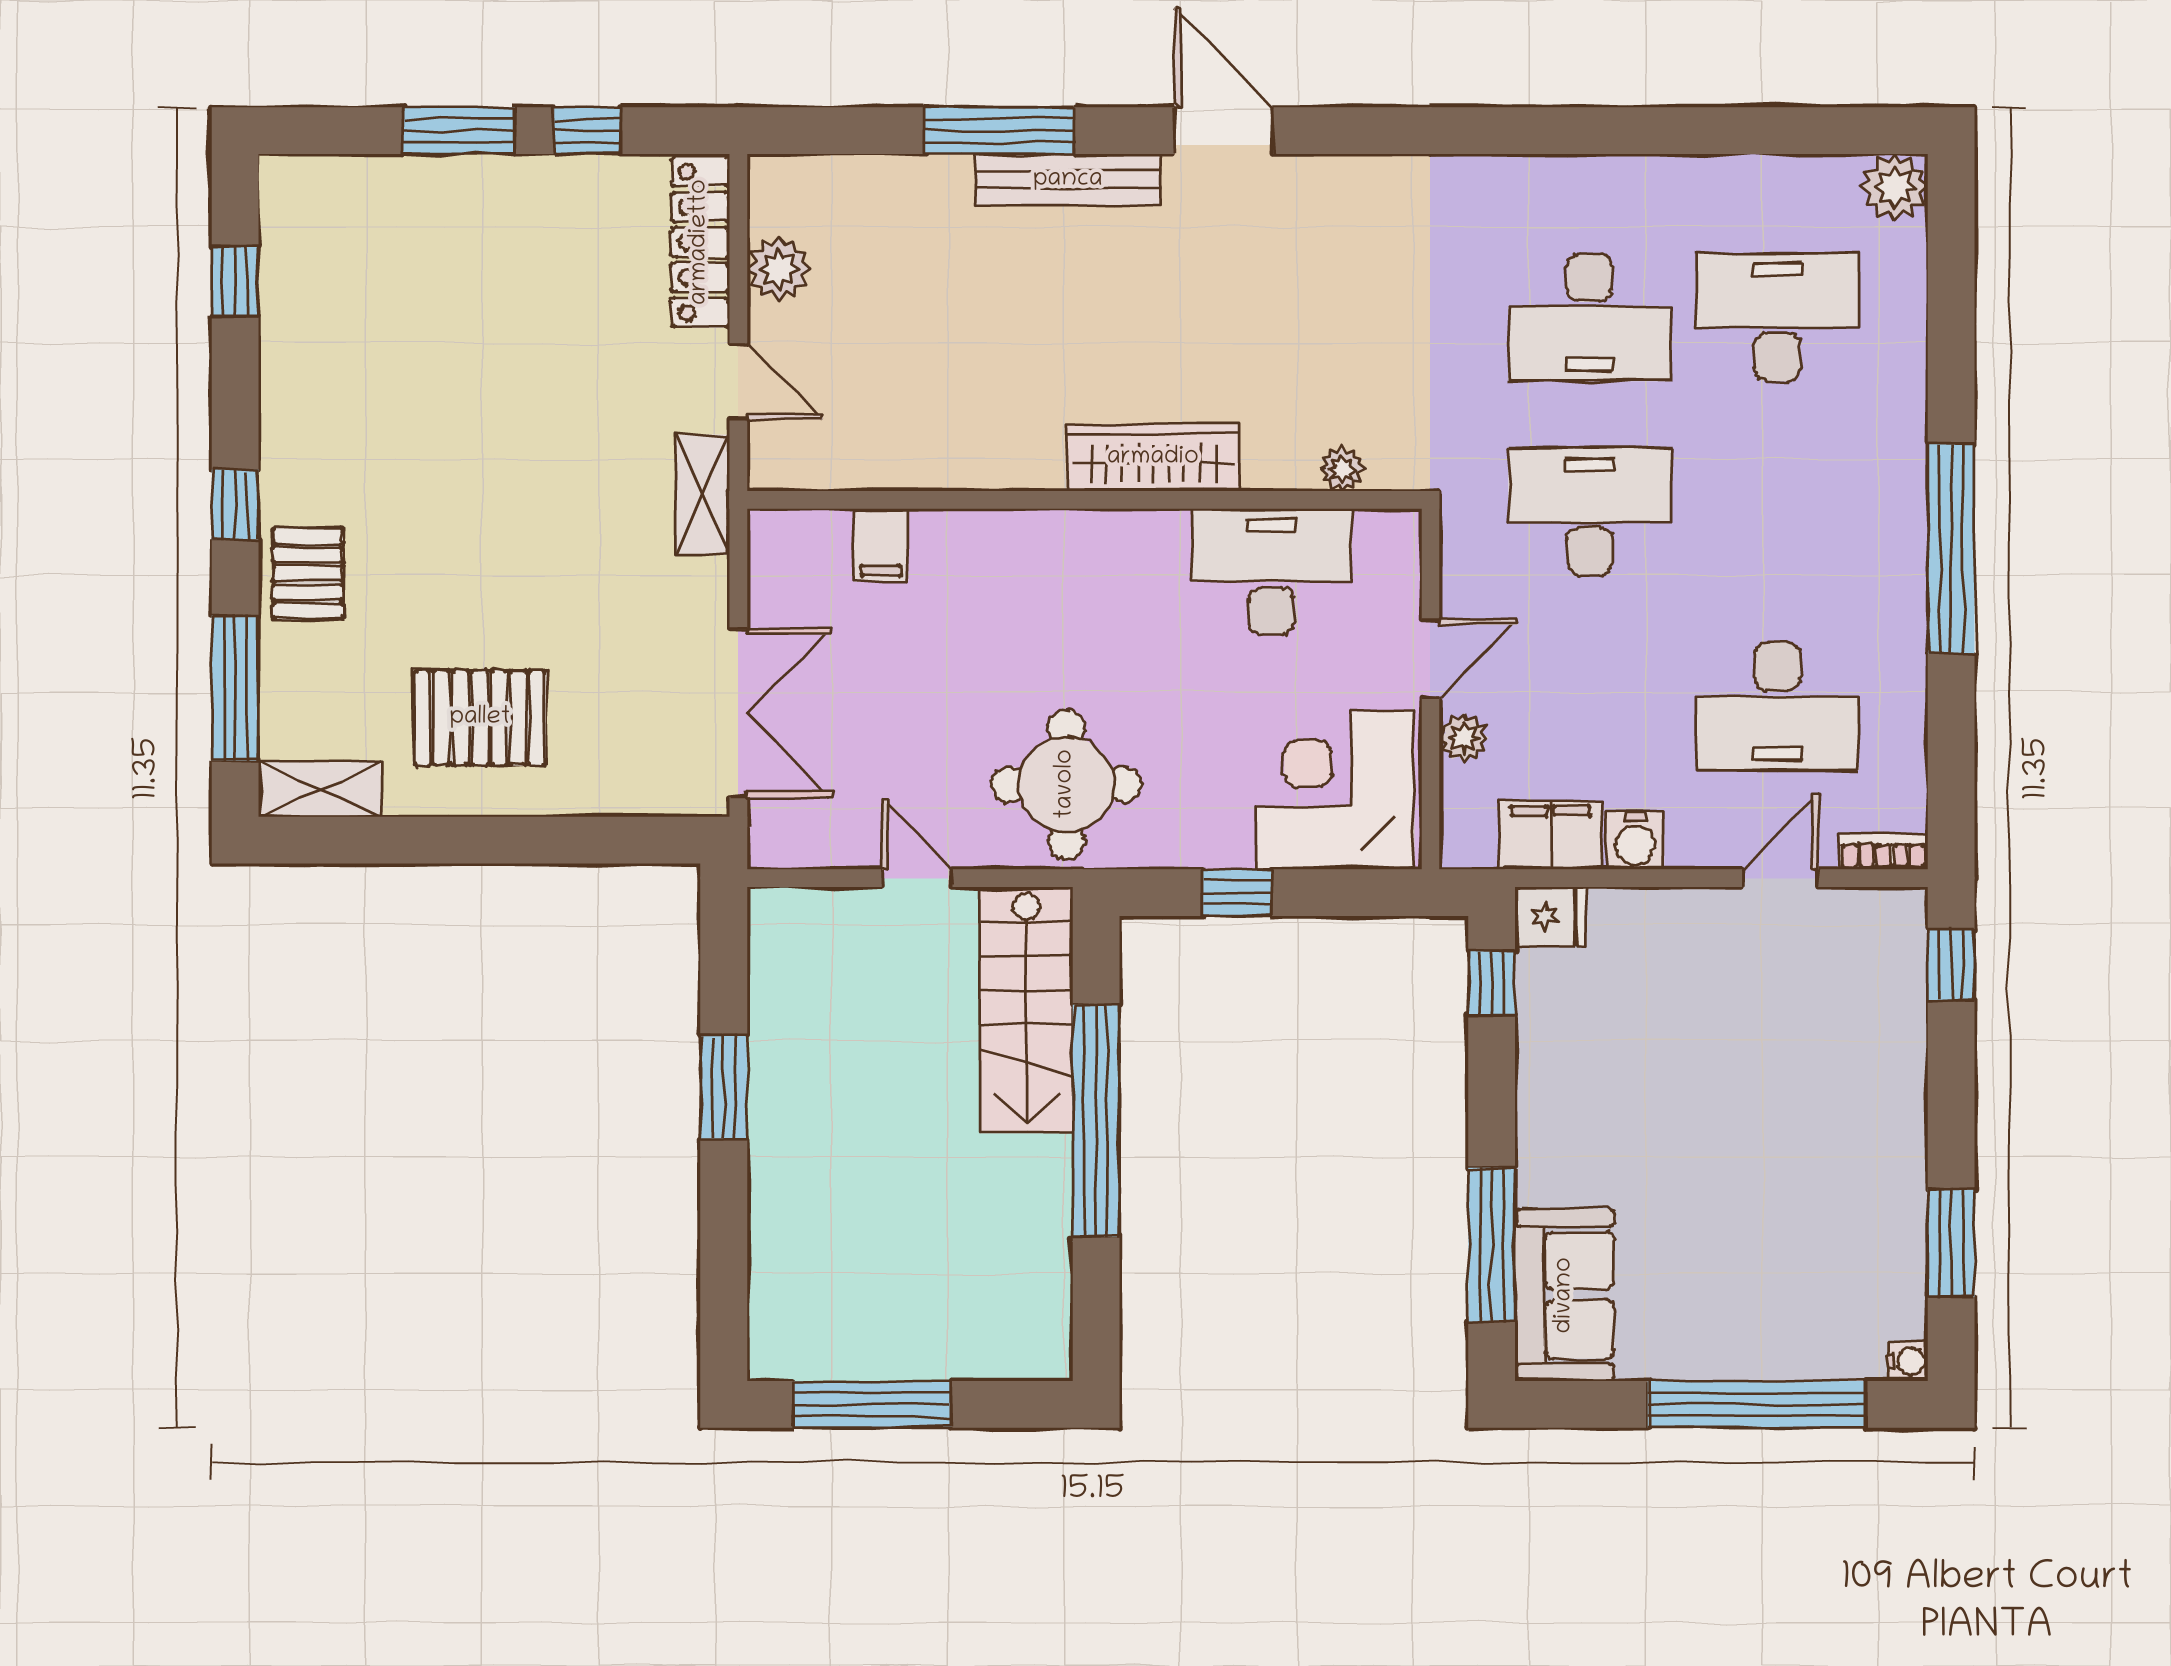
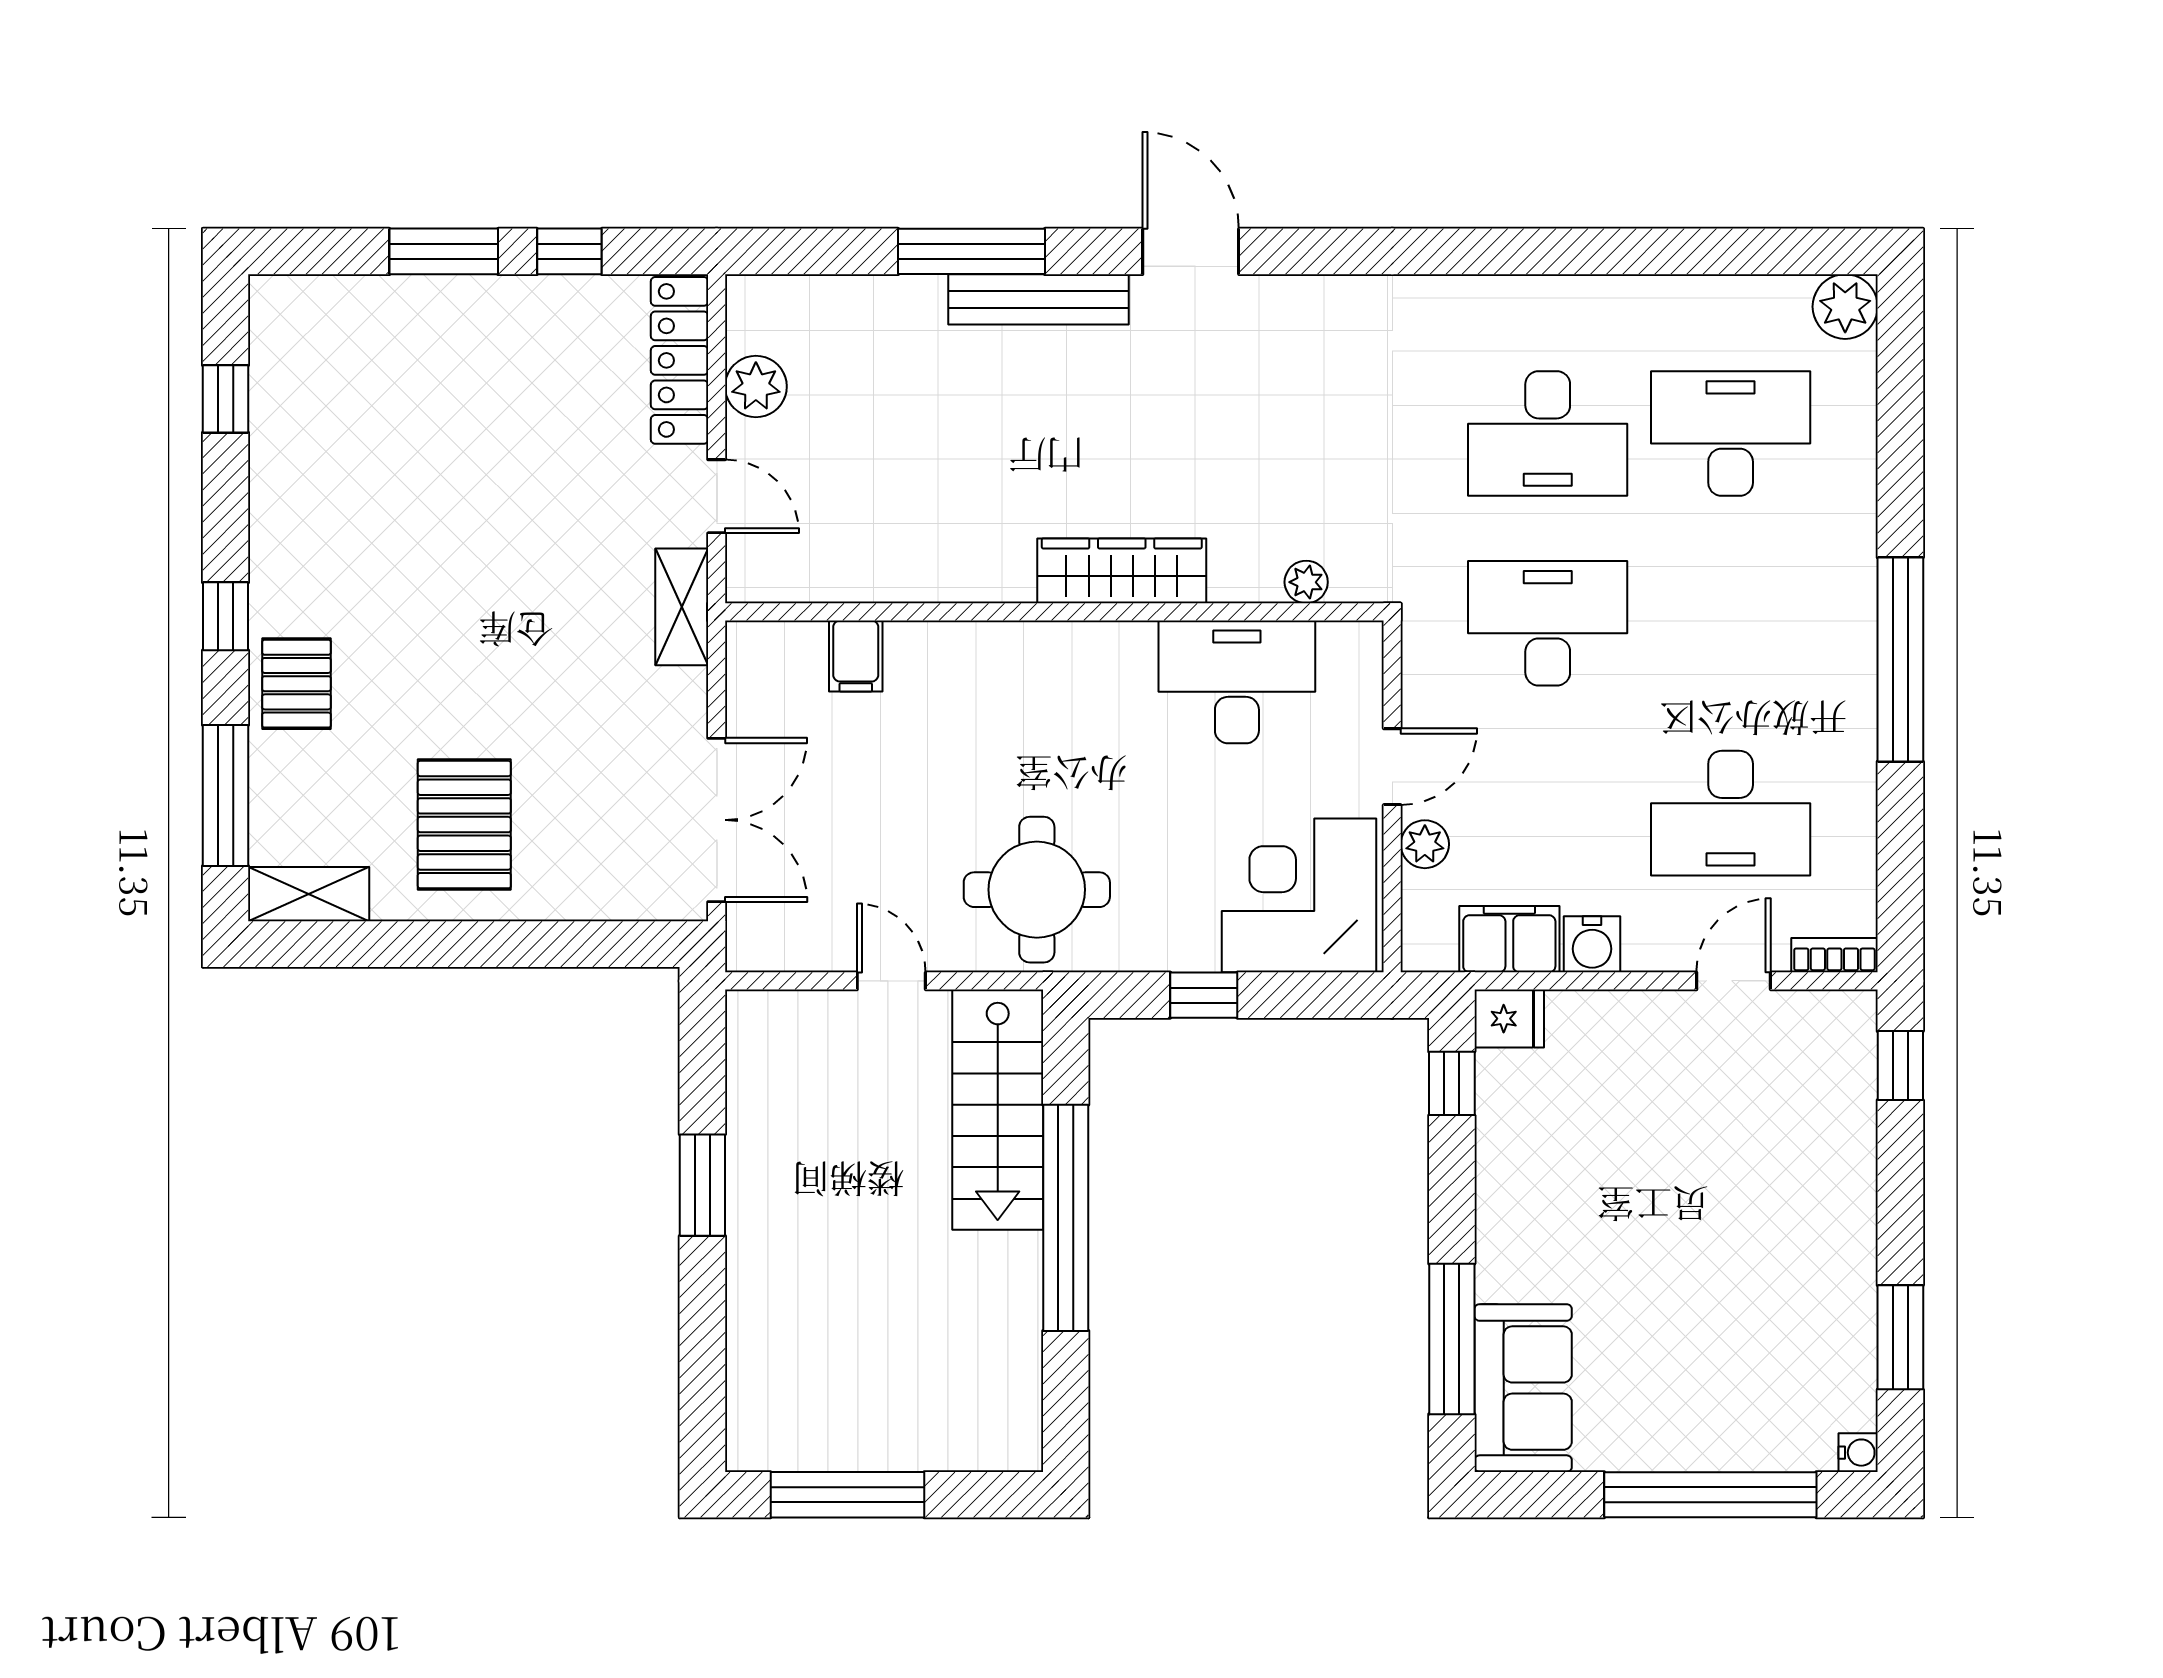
pallet: (480, 718) -> (464, 825), turned 90

